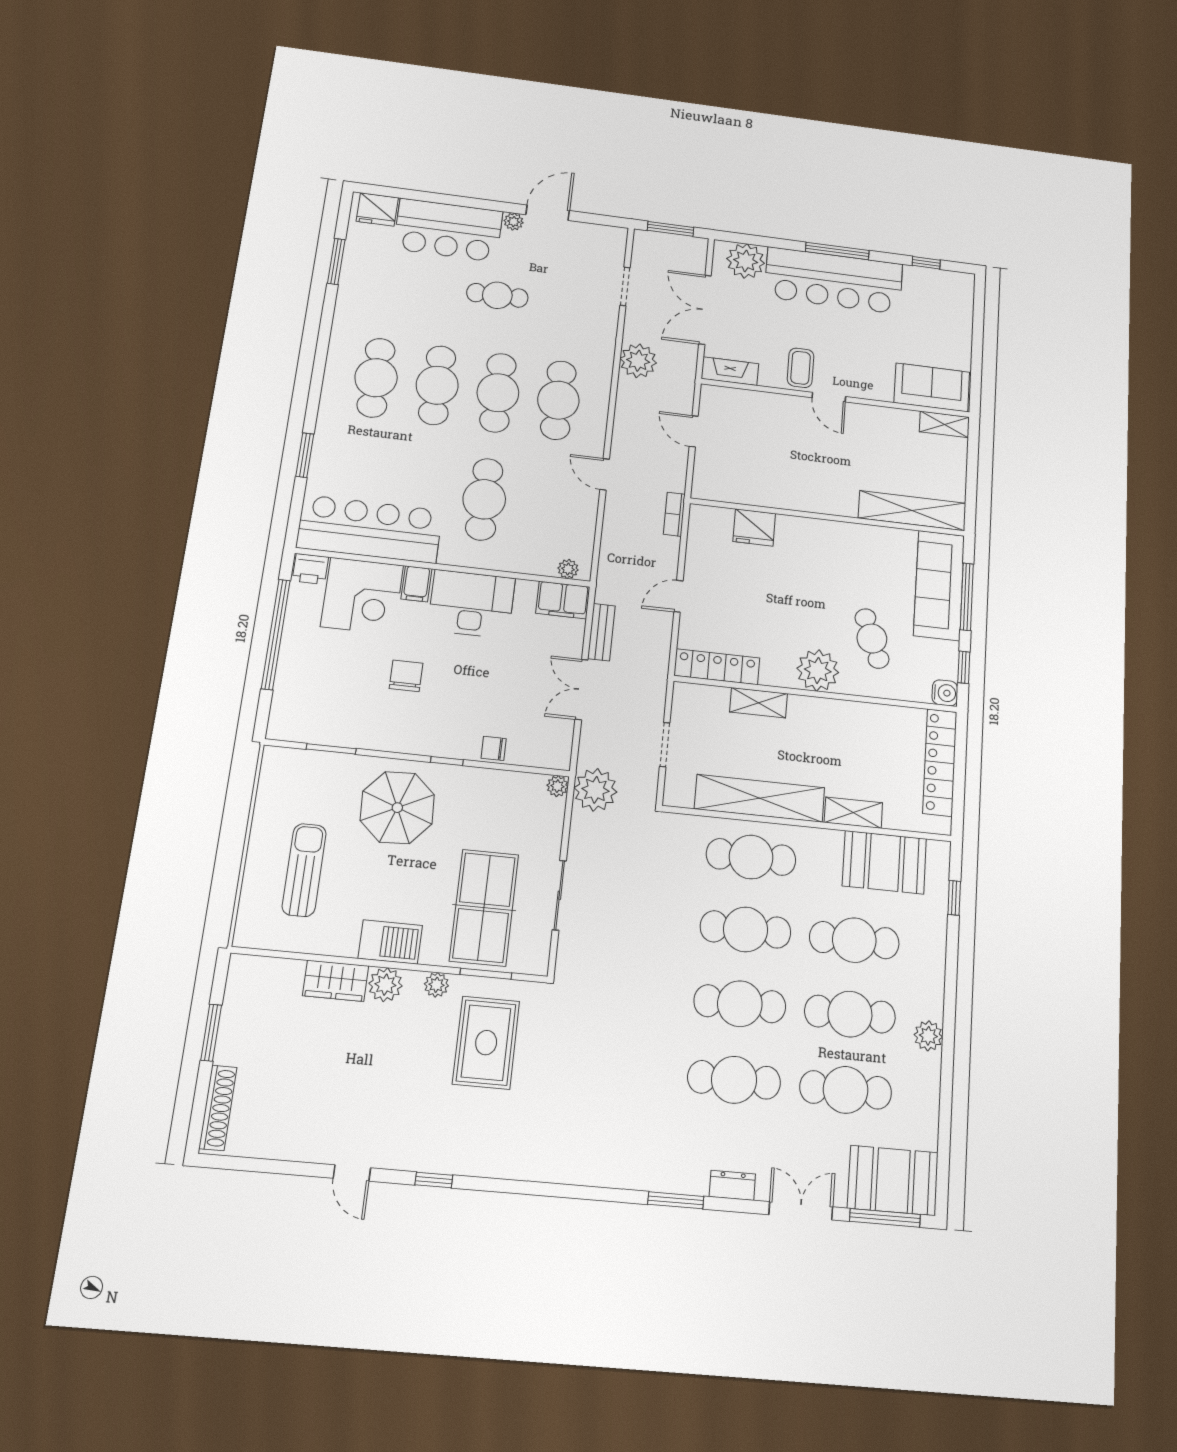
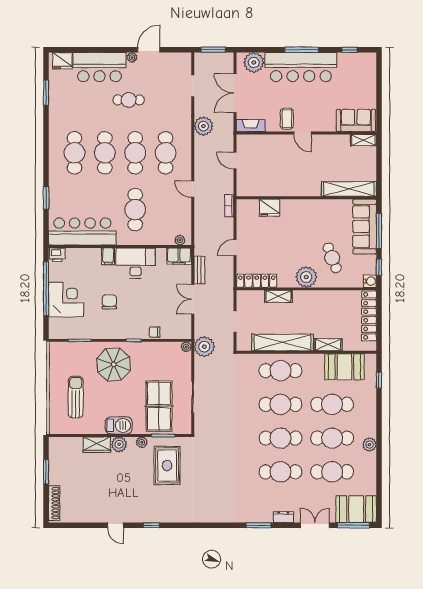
corner desk: (362, 596) -> (66, 299), moved, turned -90

